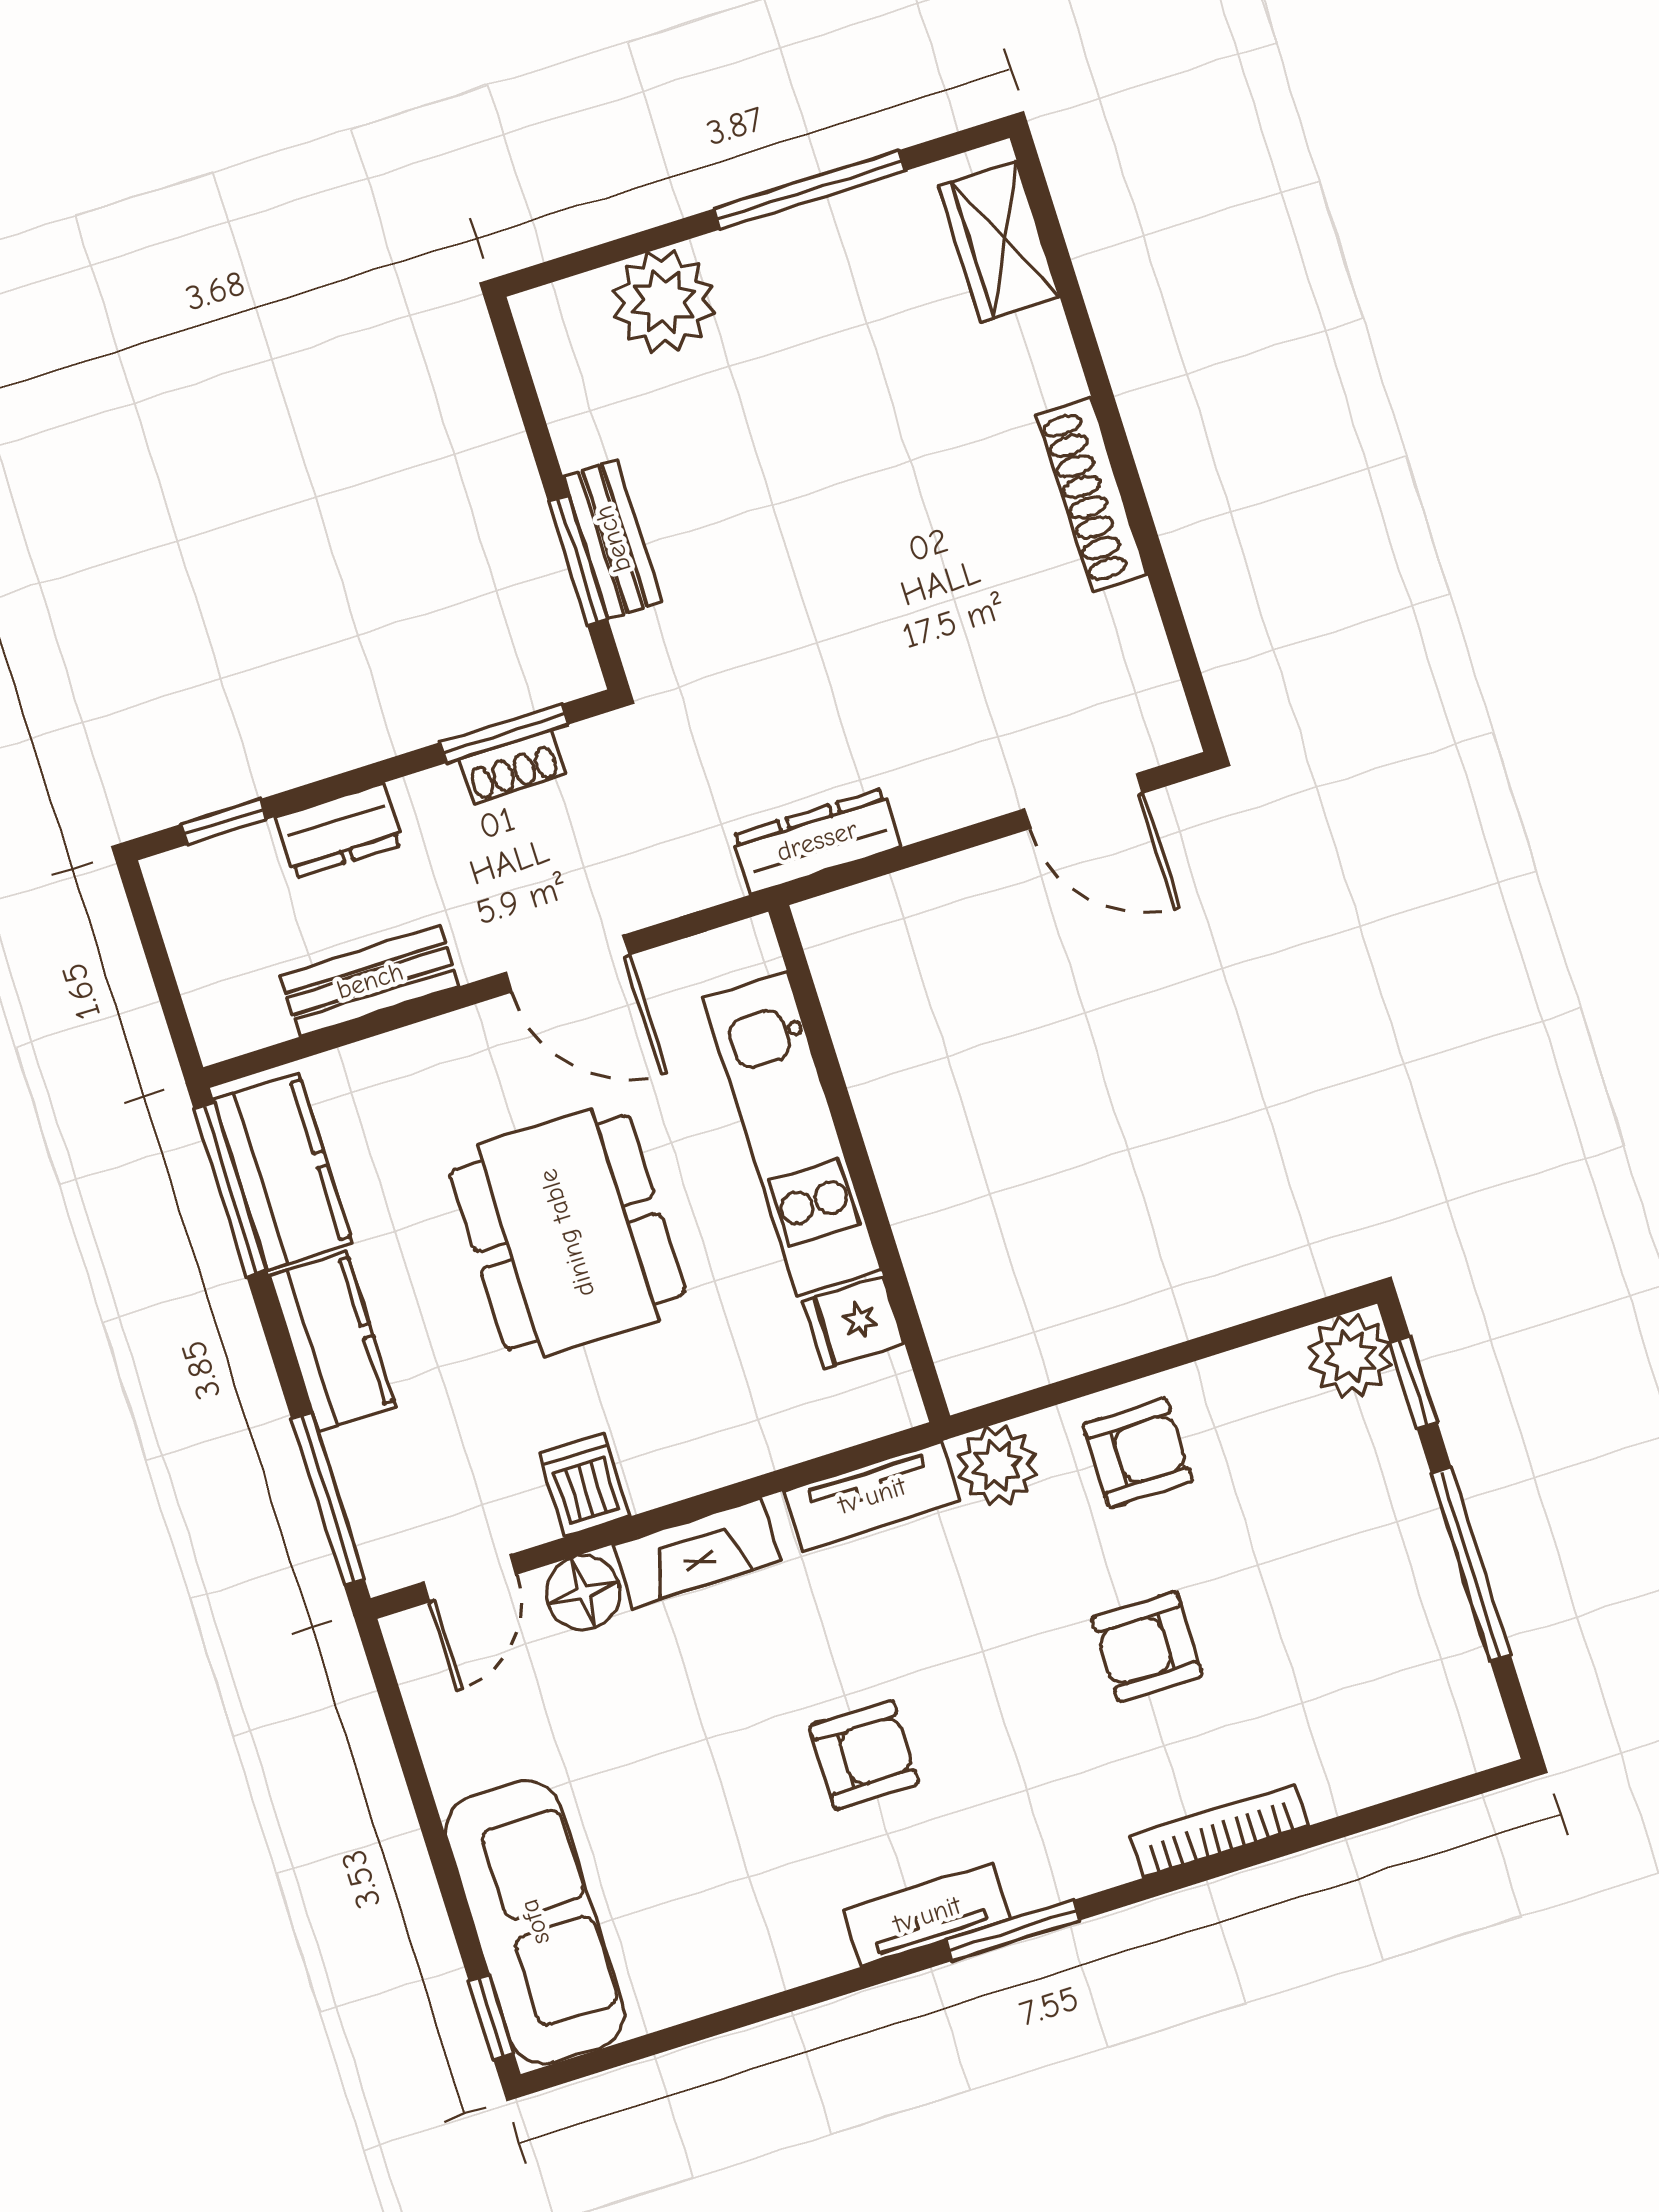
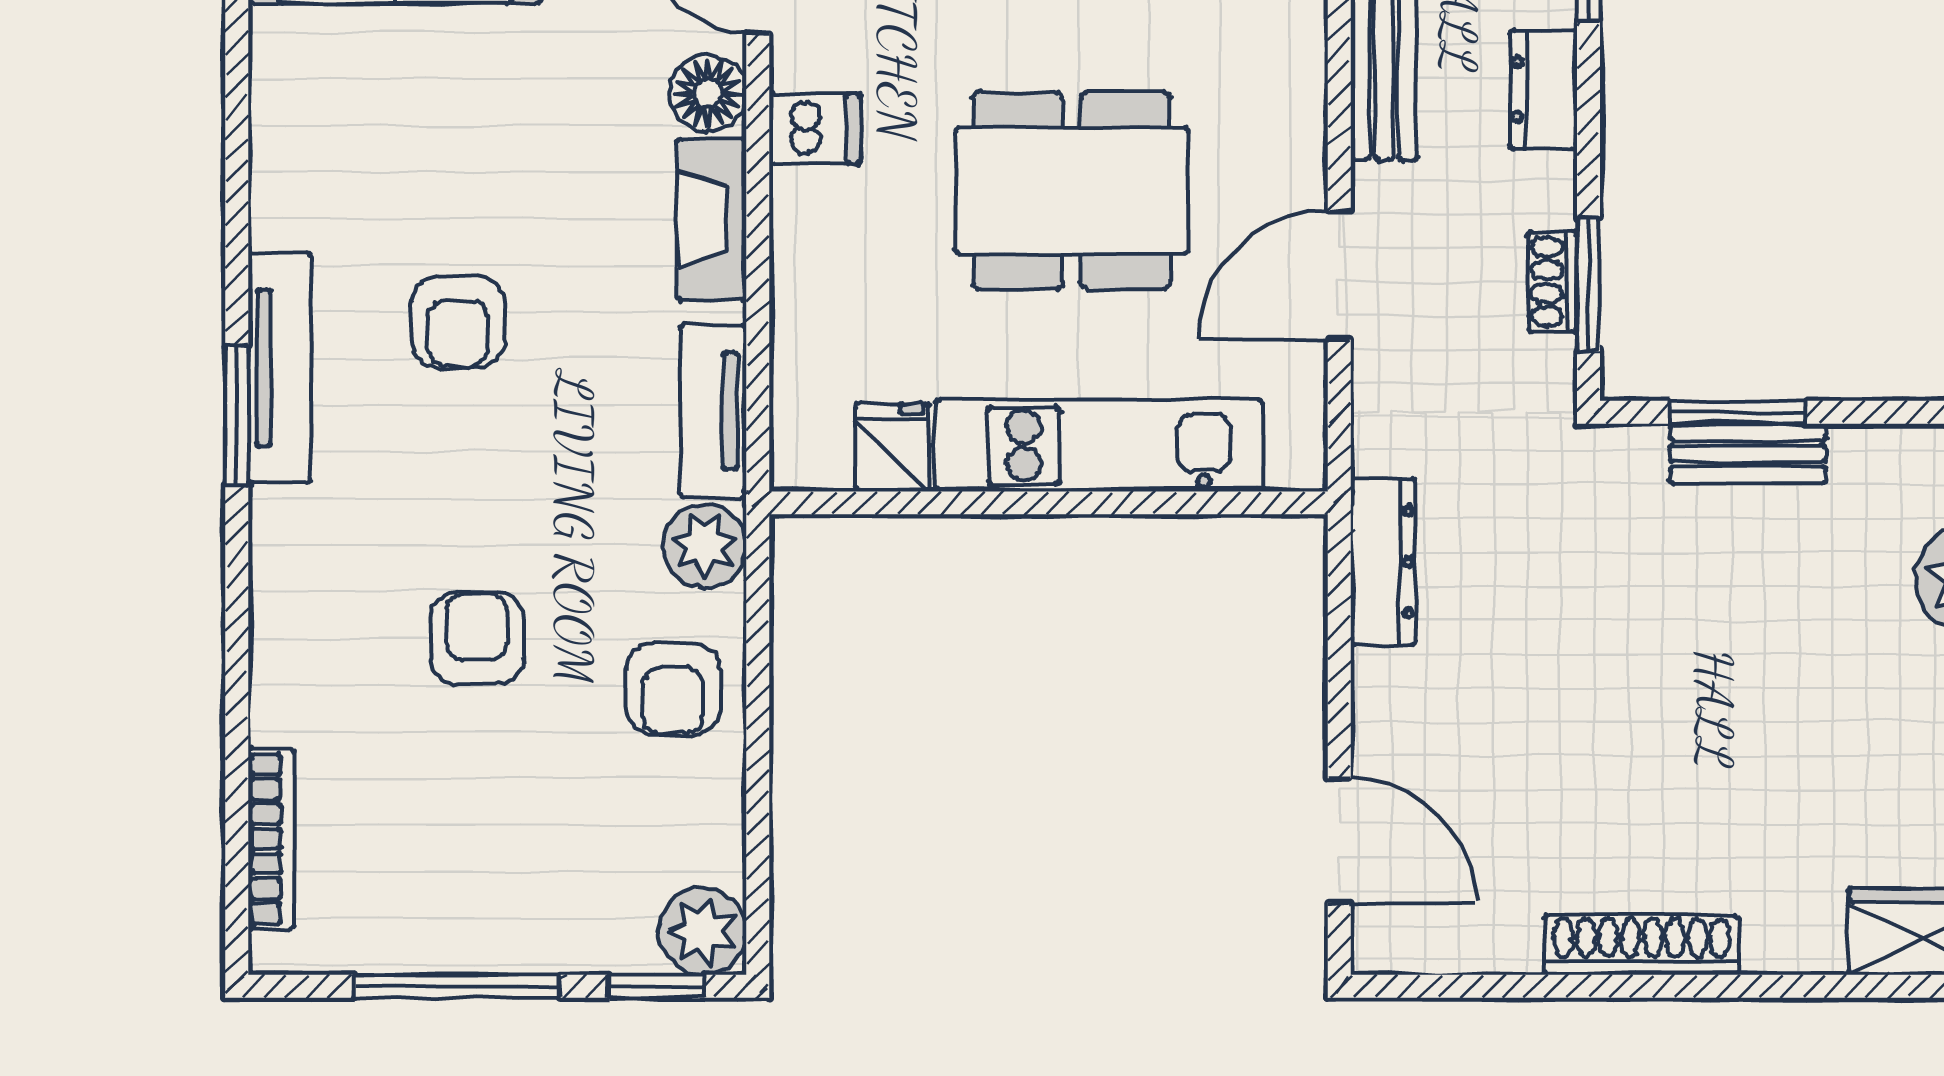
door: (1084, 801) -> (1339, 840), swing flipped
bookcase: (1219, 1831) -> (271, 839), moved
tv unit: (927, 1915) -> (279, 368), width x1.41

